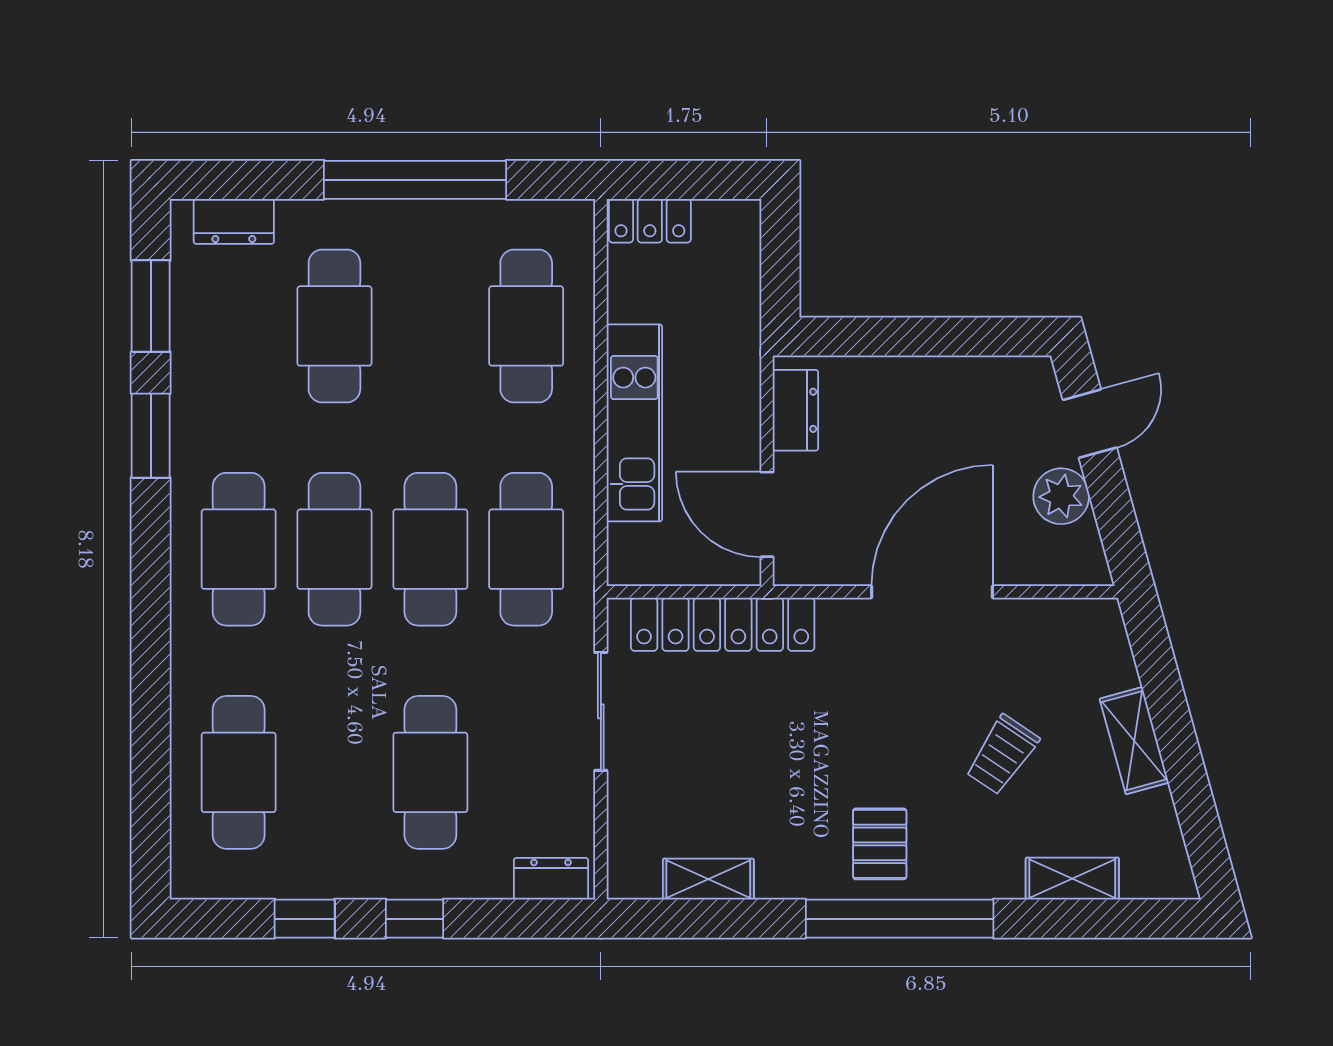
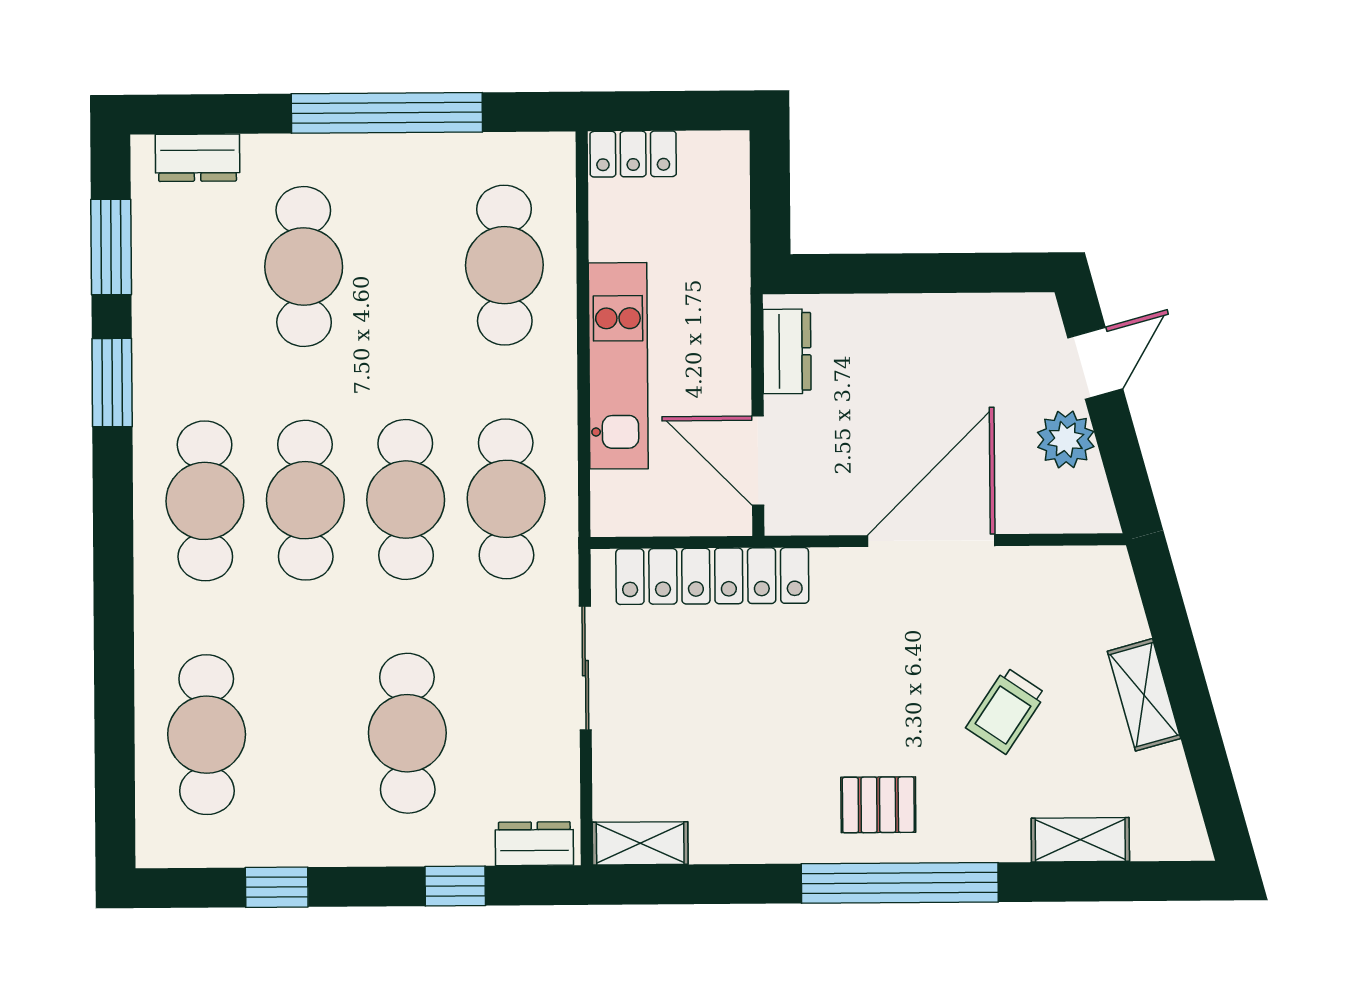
pallet: (880, 844) -> (878, 805), turned 90
shelving: (708, 879) -> (640, 843), moved
window: (415, 919) -> (455, 886), moved

